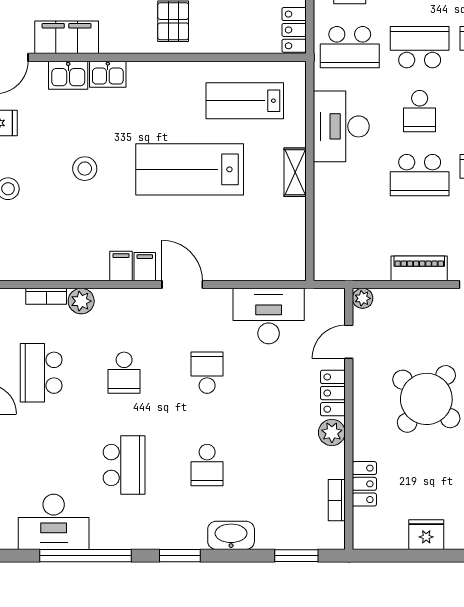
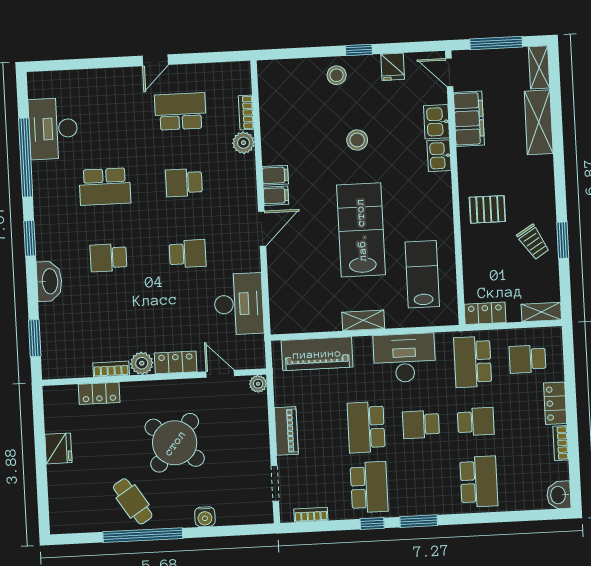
school desk: (420, 47) -> (476, 422), width x0.54
piano: (331, 228) -> (317, 354), added
bookcase: (337, 500) -> (111, 369), moved

